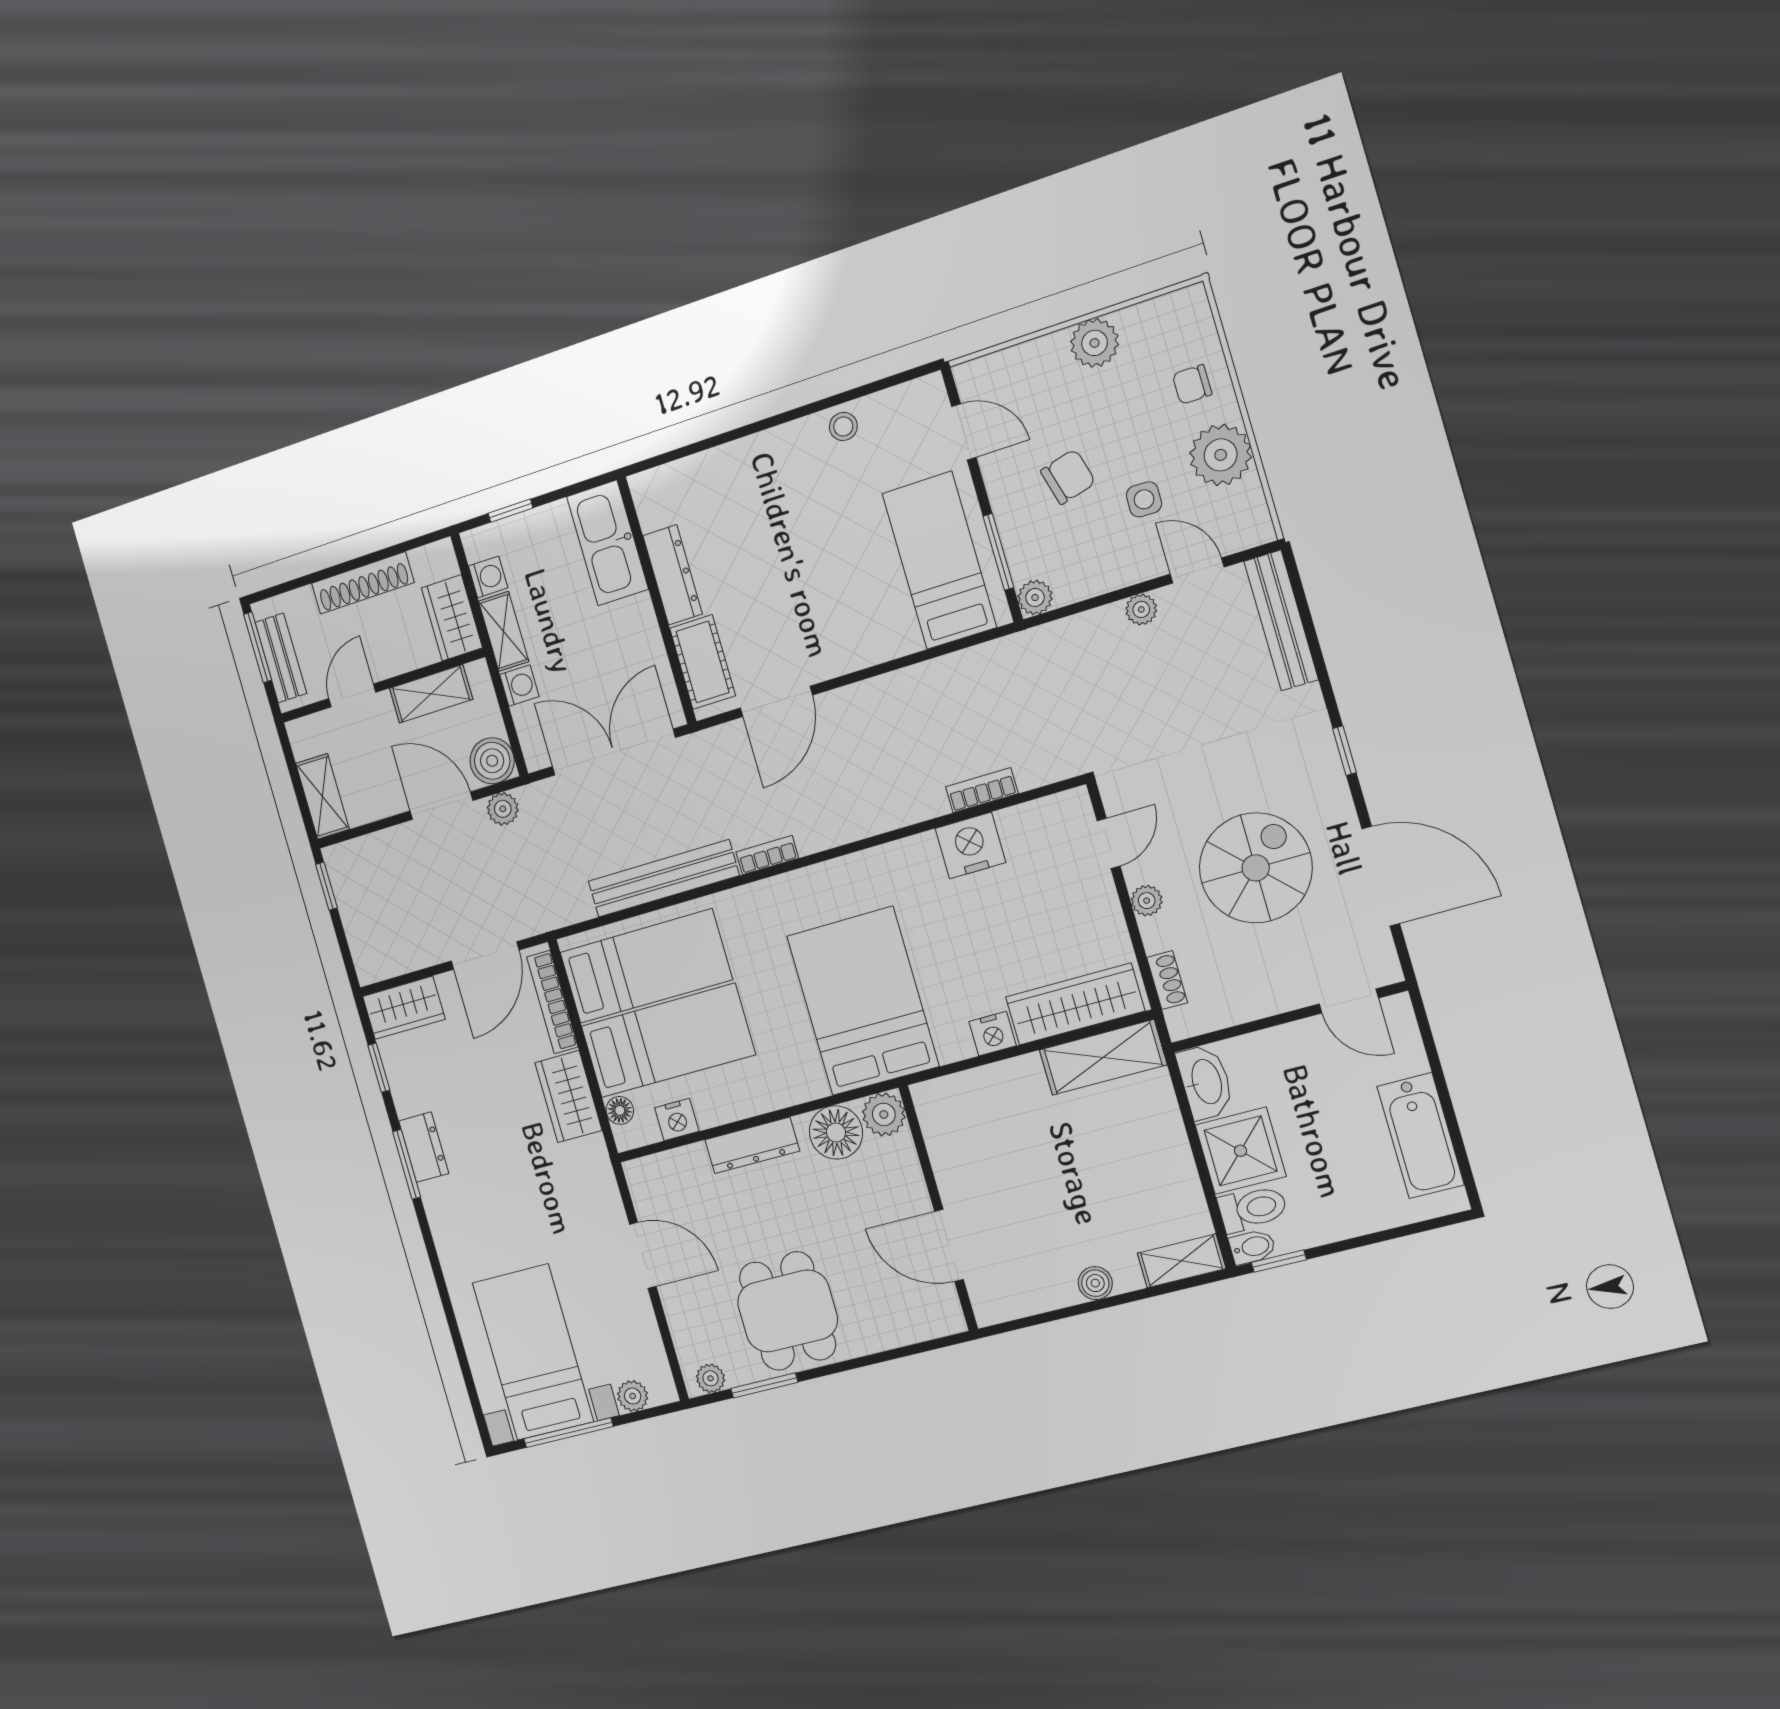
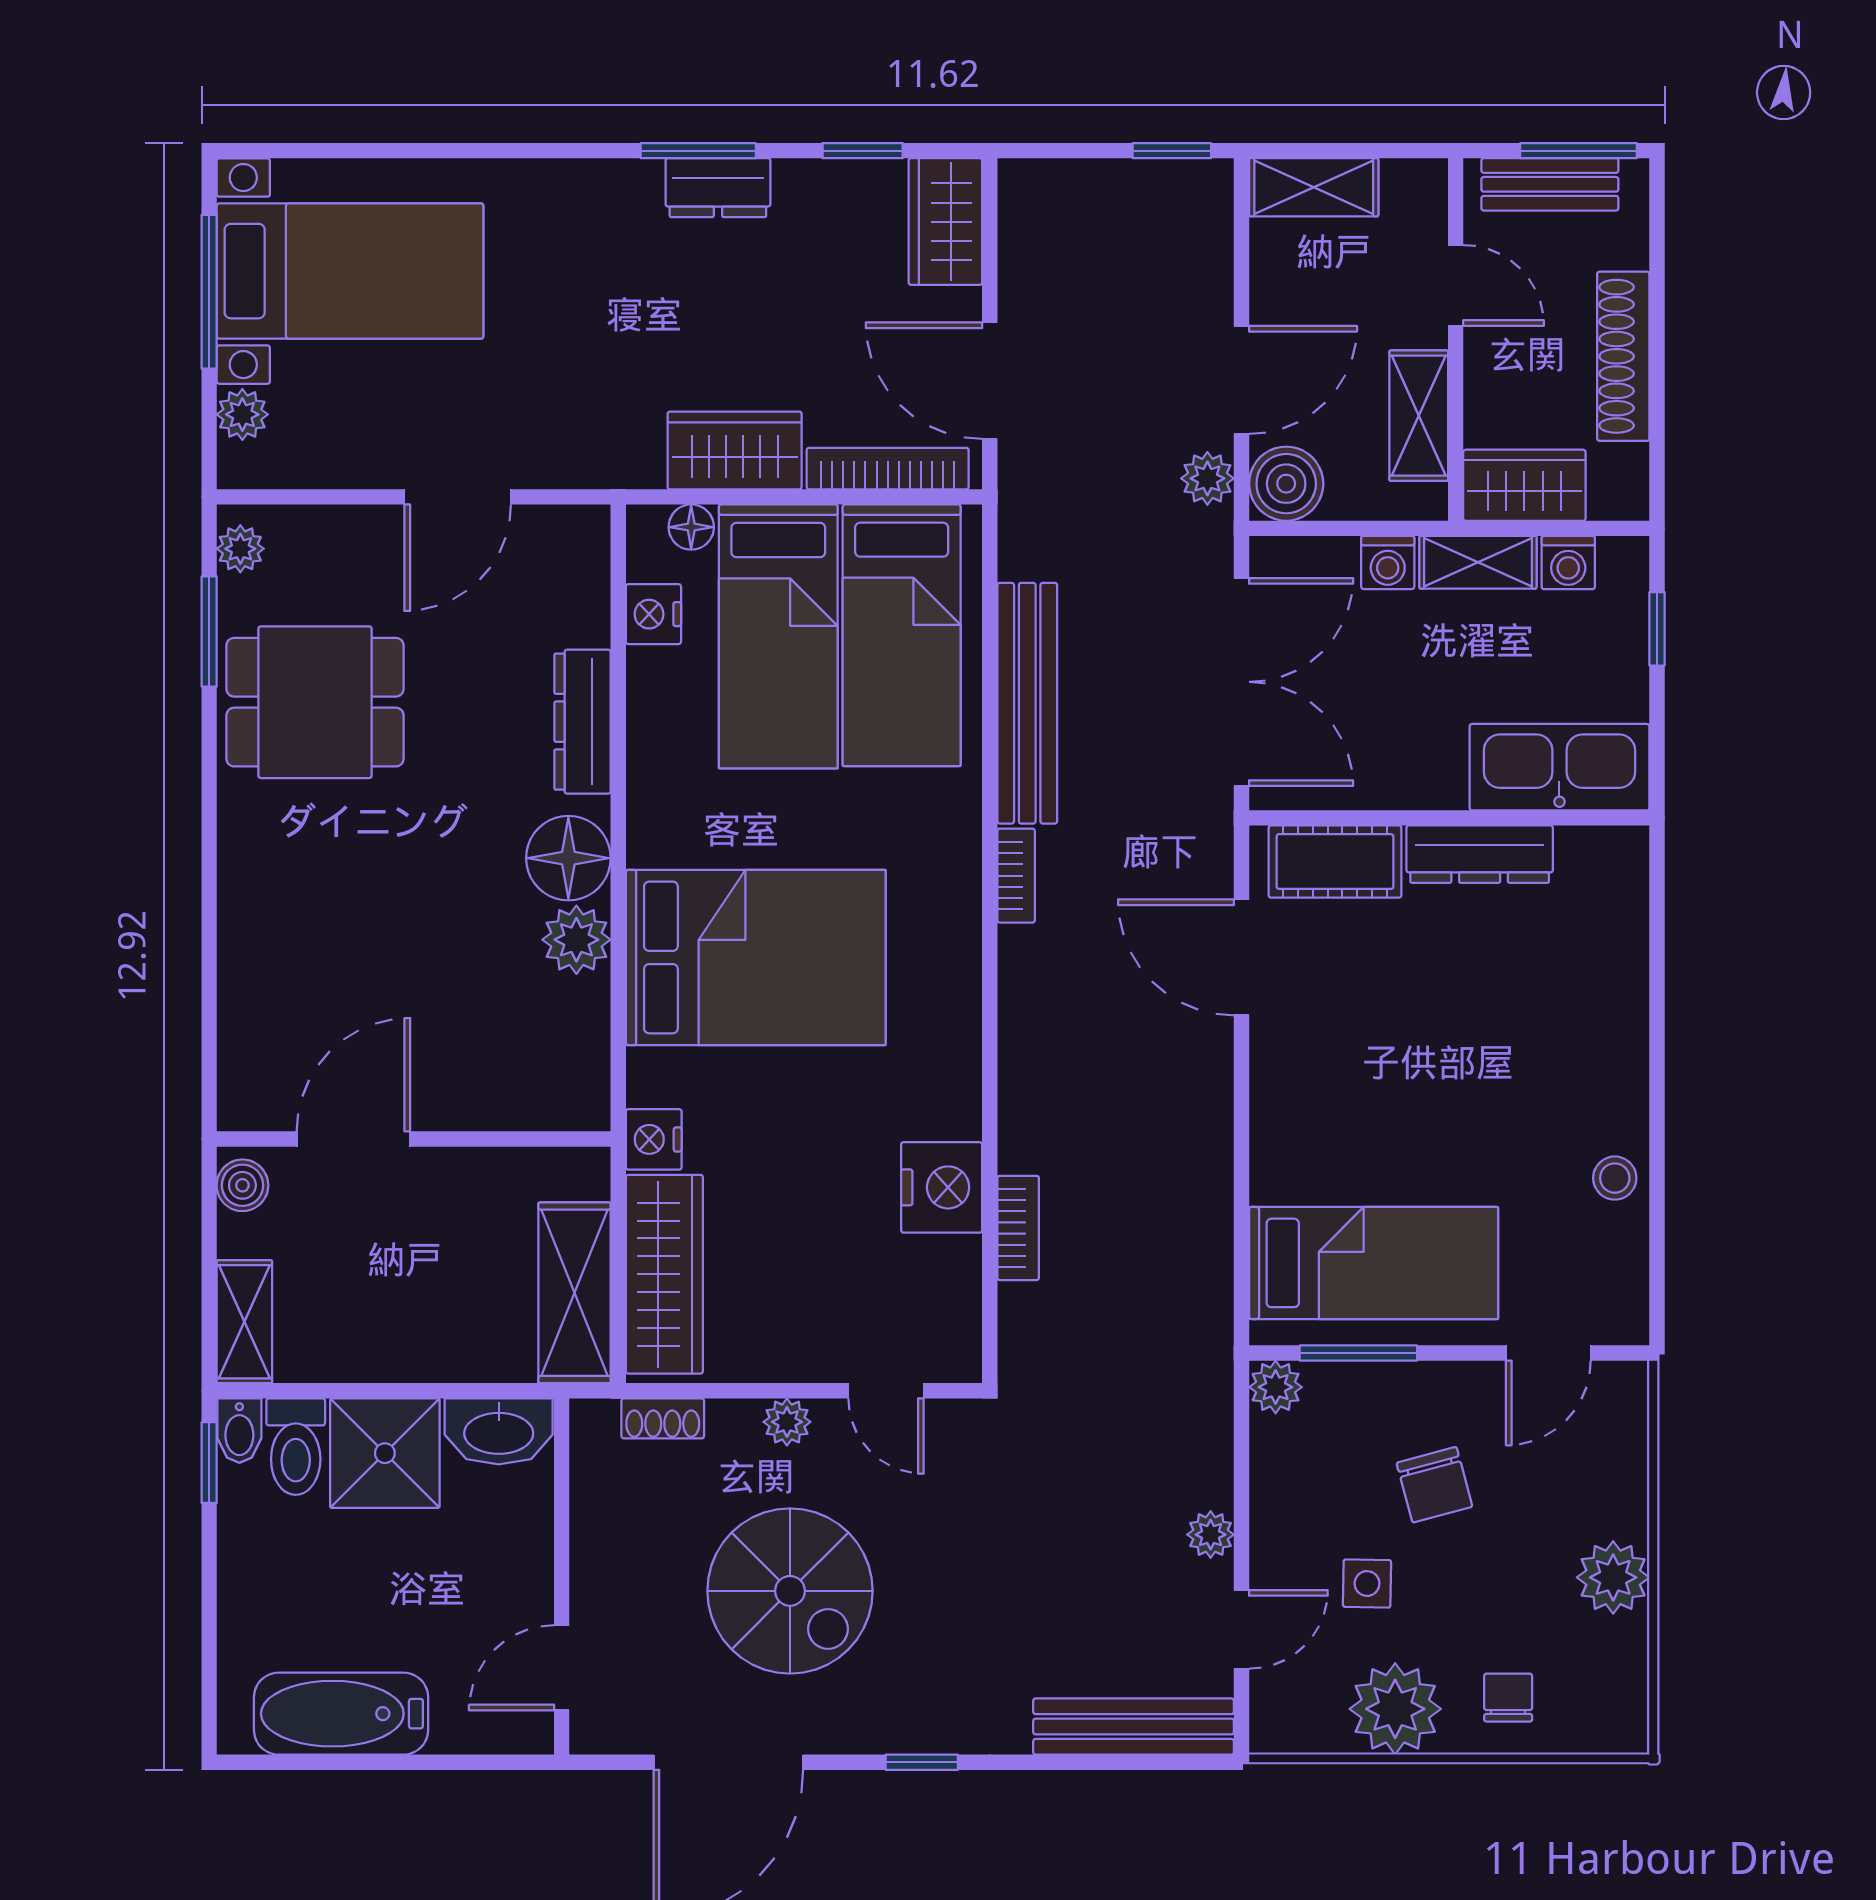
wall: (938, 1208) -> (414, 1139), moved
door: (949, 1245) -> (353, 1139), moved

